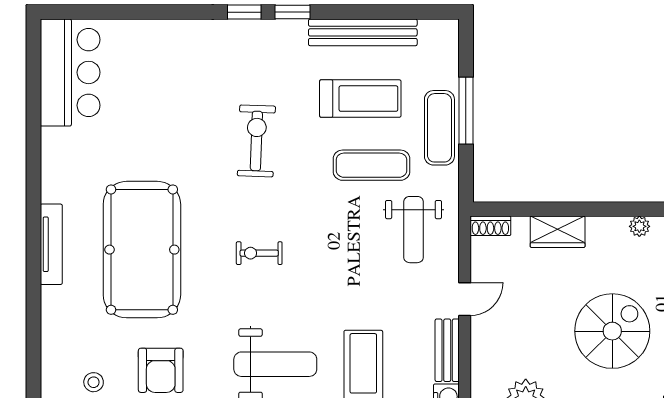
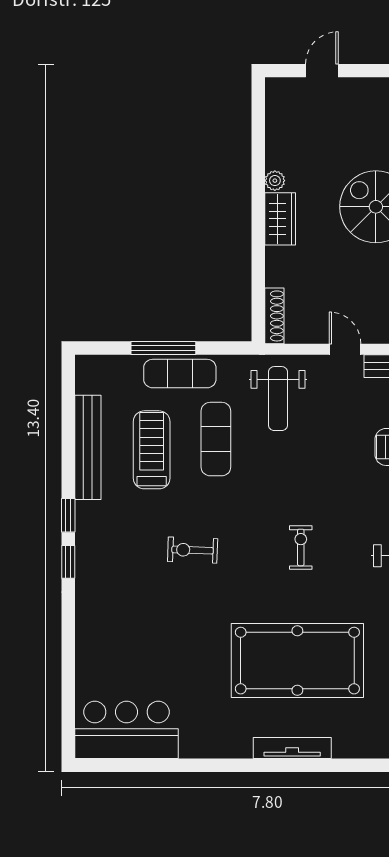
exercise bike: (256, 141) -> (193, 550), width x0.73, depth x0.72
shoe rack: (490, 226) -> (274, 316), width x1.43
weight bench: (414, 230) -> (278, 399), turned 90
wardrobe: (558, 232) -> (280, 219), moved
exercise bike: (259, 253) -> (301, 547), turned 180

